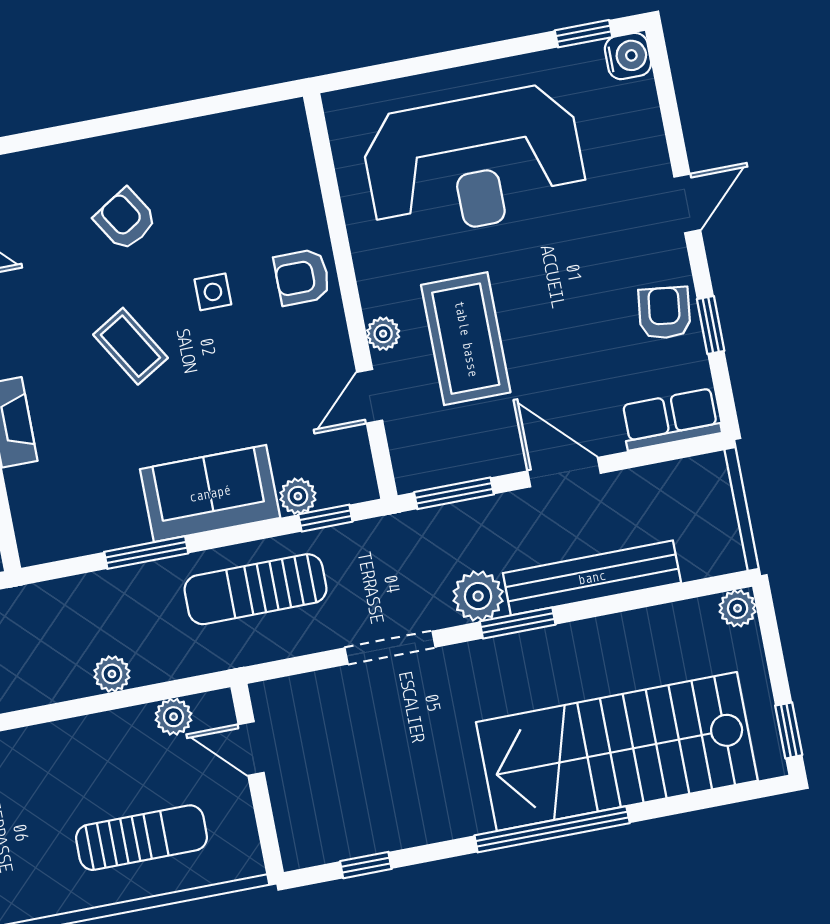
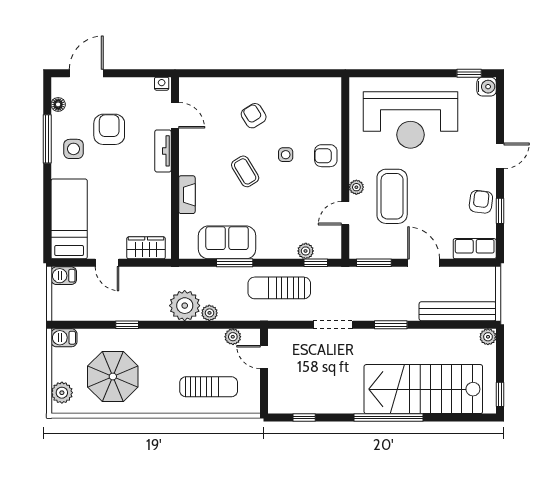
sofa: (210, 494) -> (227, 242), moved
bench: (592, 578) -> (458, 311), moved
plant: (478, 596) -> (185, 306), moved, width x1.36, depth x1.36

